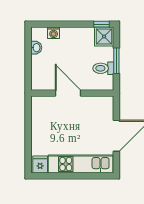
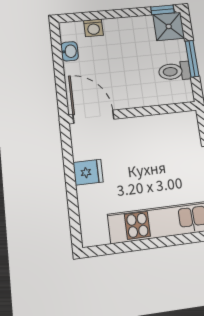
door: (68, 93) -> (93, 117), moved
fridge: (40, 165) -> (88, 172), moved, turned 90

